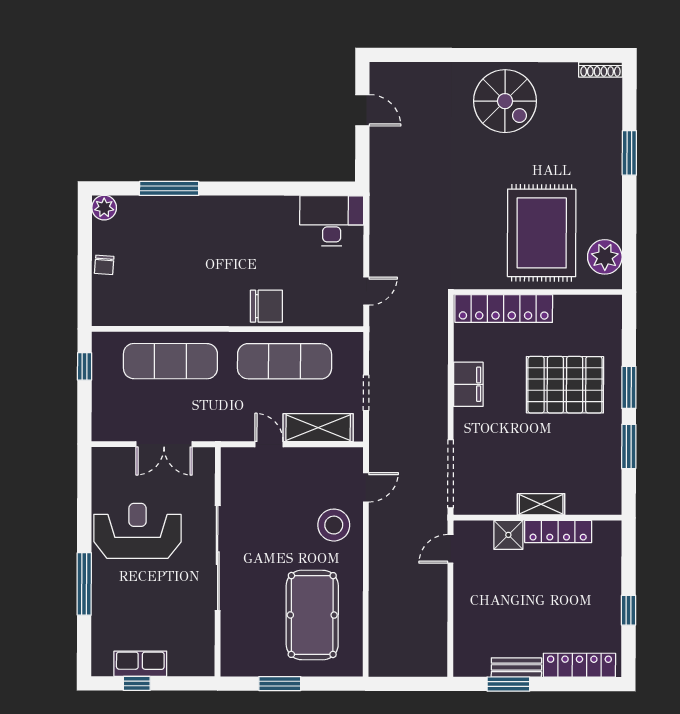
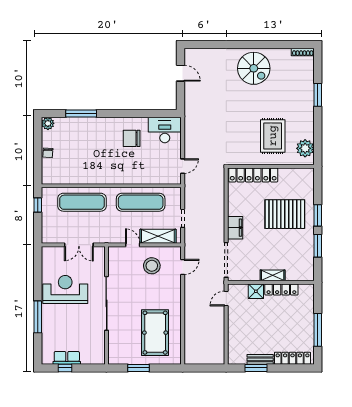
rug: (542, 233) -> (273, 136), width x0.73, depth x0.69
chair: (266, 306) -> (132, 138), moved, turned 180
filing cabinet: (468, 384) -> (235, 228), moved
stool: (334, 525) -> (152, 266), moved
window: (629, 610) -> (318, 330), width x2.17

